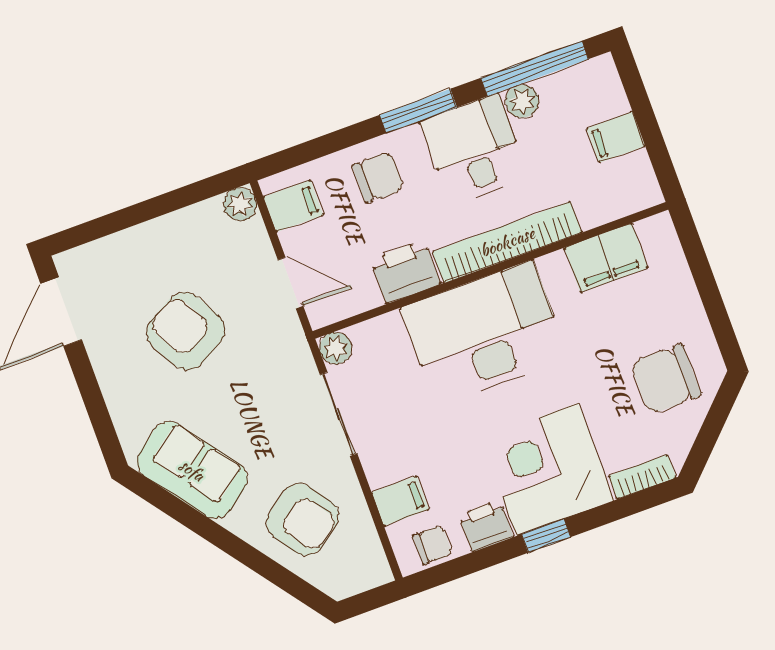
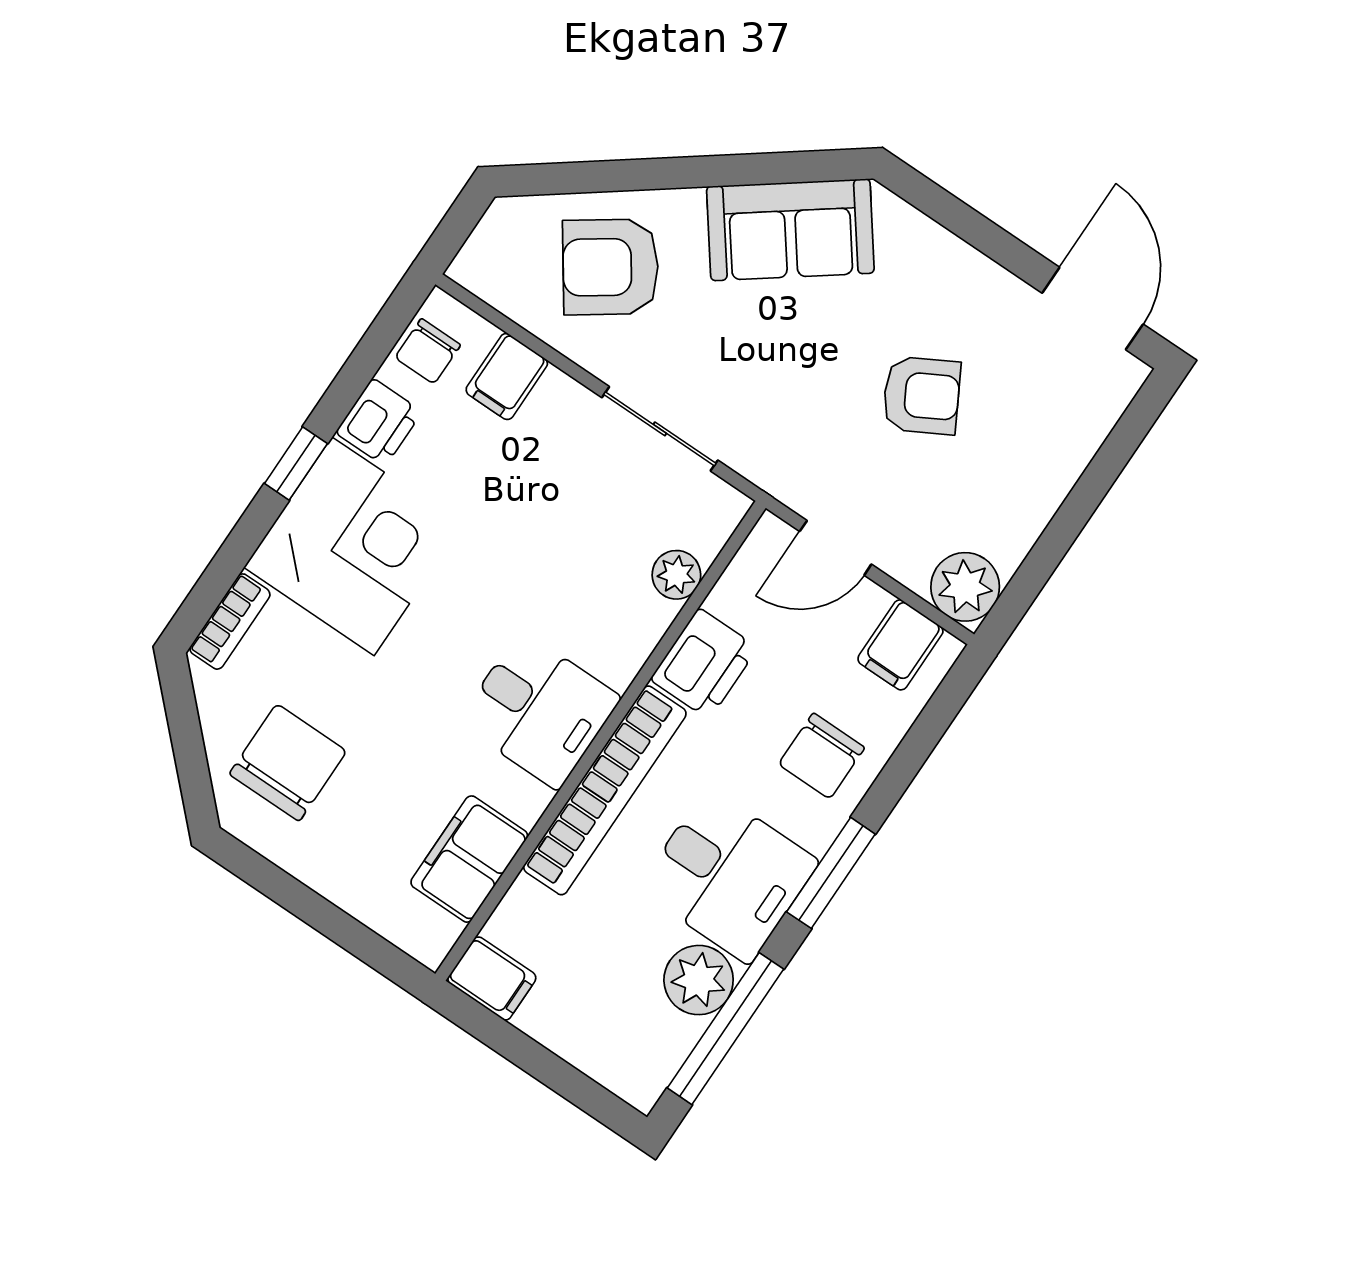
plant: (522, 101) -> (699, 980), width x1.38, depth x1.38
filing cabinet: (616, 137) -> (492, 978), moved, turned 90
plant: (240, 204) -> (965, 587), width x1.38, depth x1.38
armchair: (186, 331) -> (921, 395), width x0.72, depth x0.72
desk: (484, 333) -> (539, 710), width x0.53, depth x0.77
plant: (336, 348) -> (676, 575), moved

